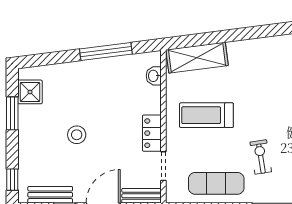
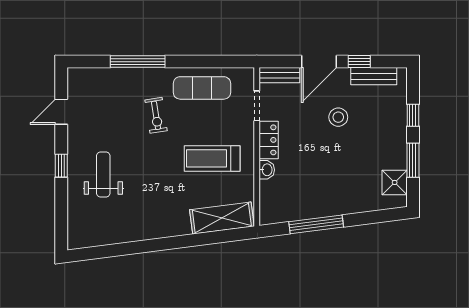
washbasin: (154, 76) -> (267, 170), moved
treadmill: (206, 115) -> (212, 158), turned 180
stool: (77, 135) -> (338, 117), moved
window: (12, 180) -> (413, 115), moved

